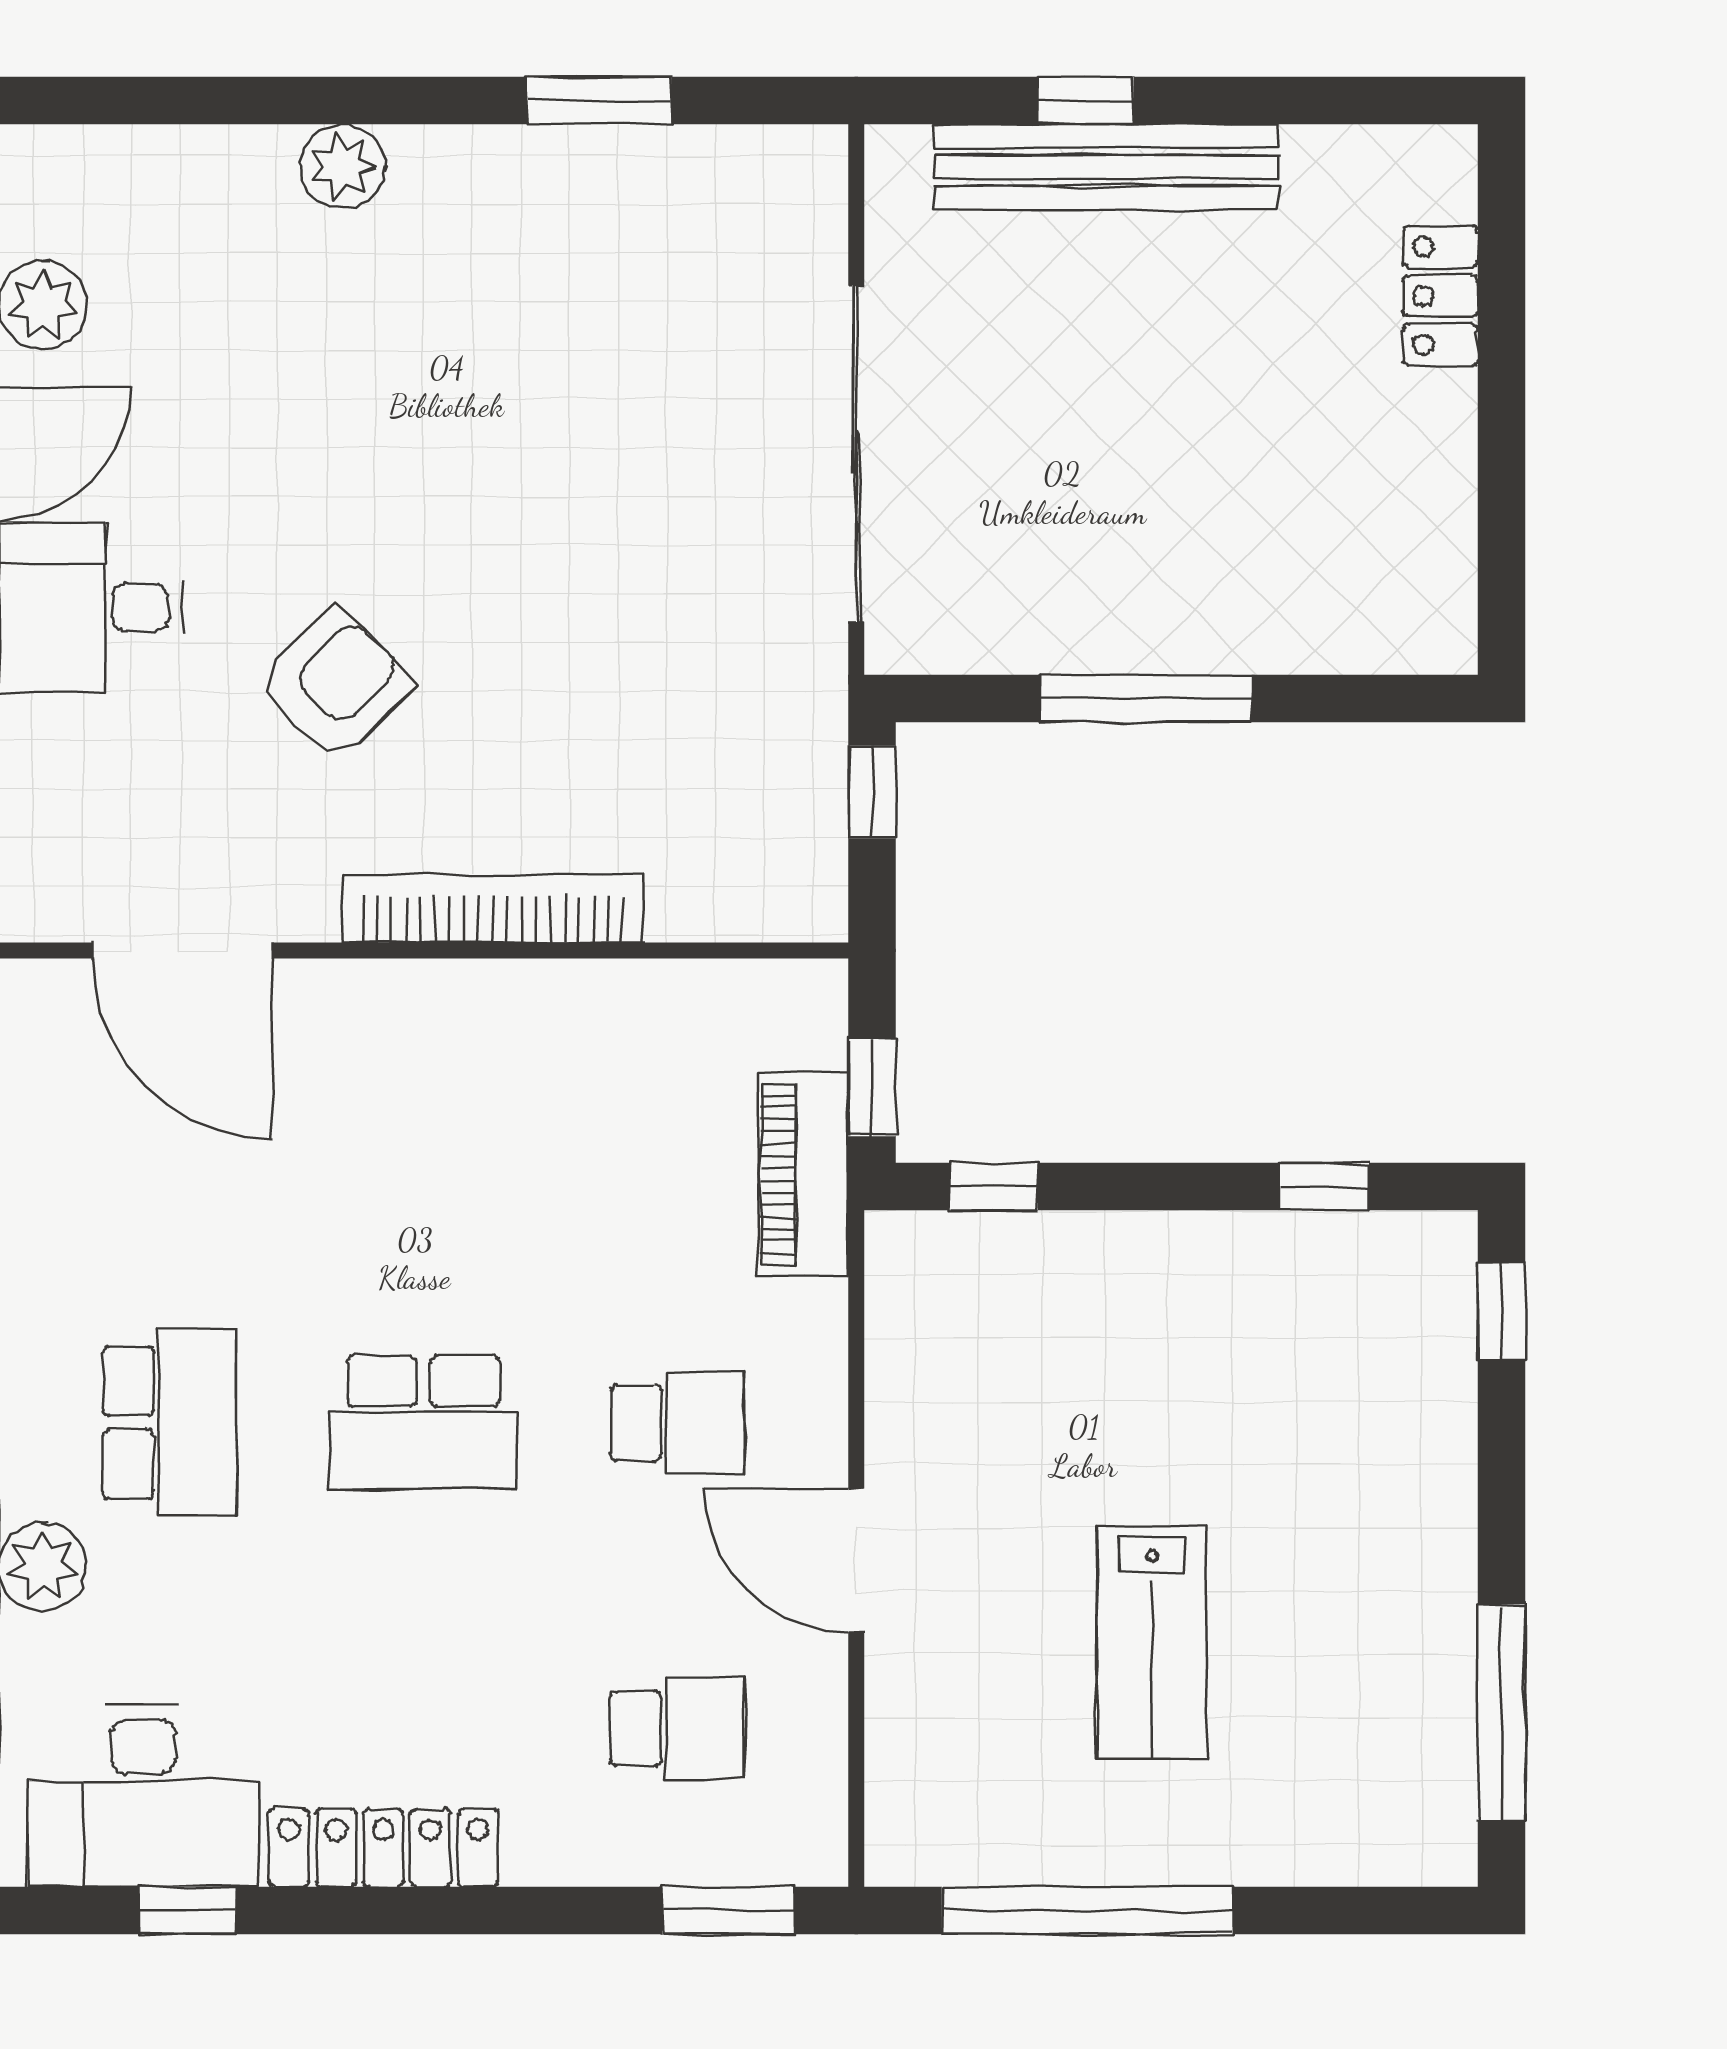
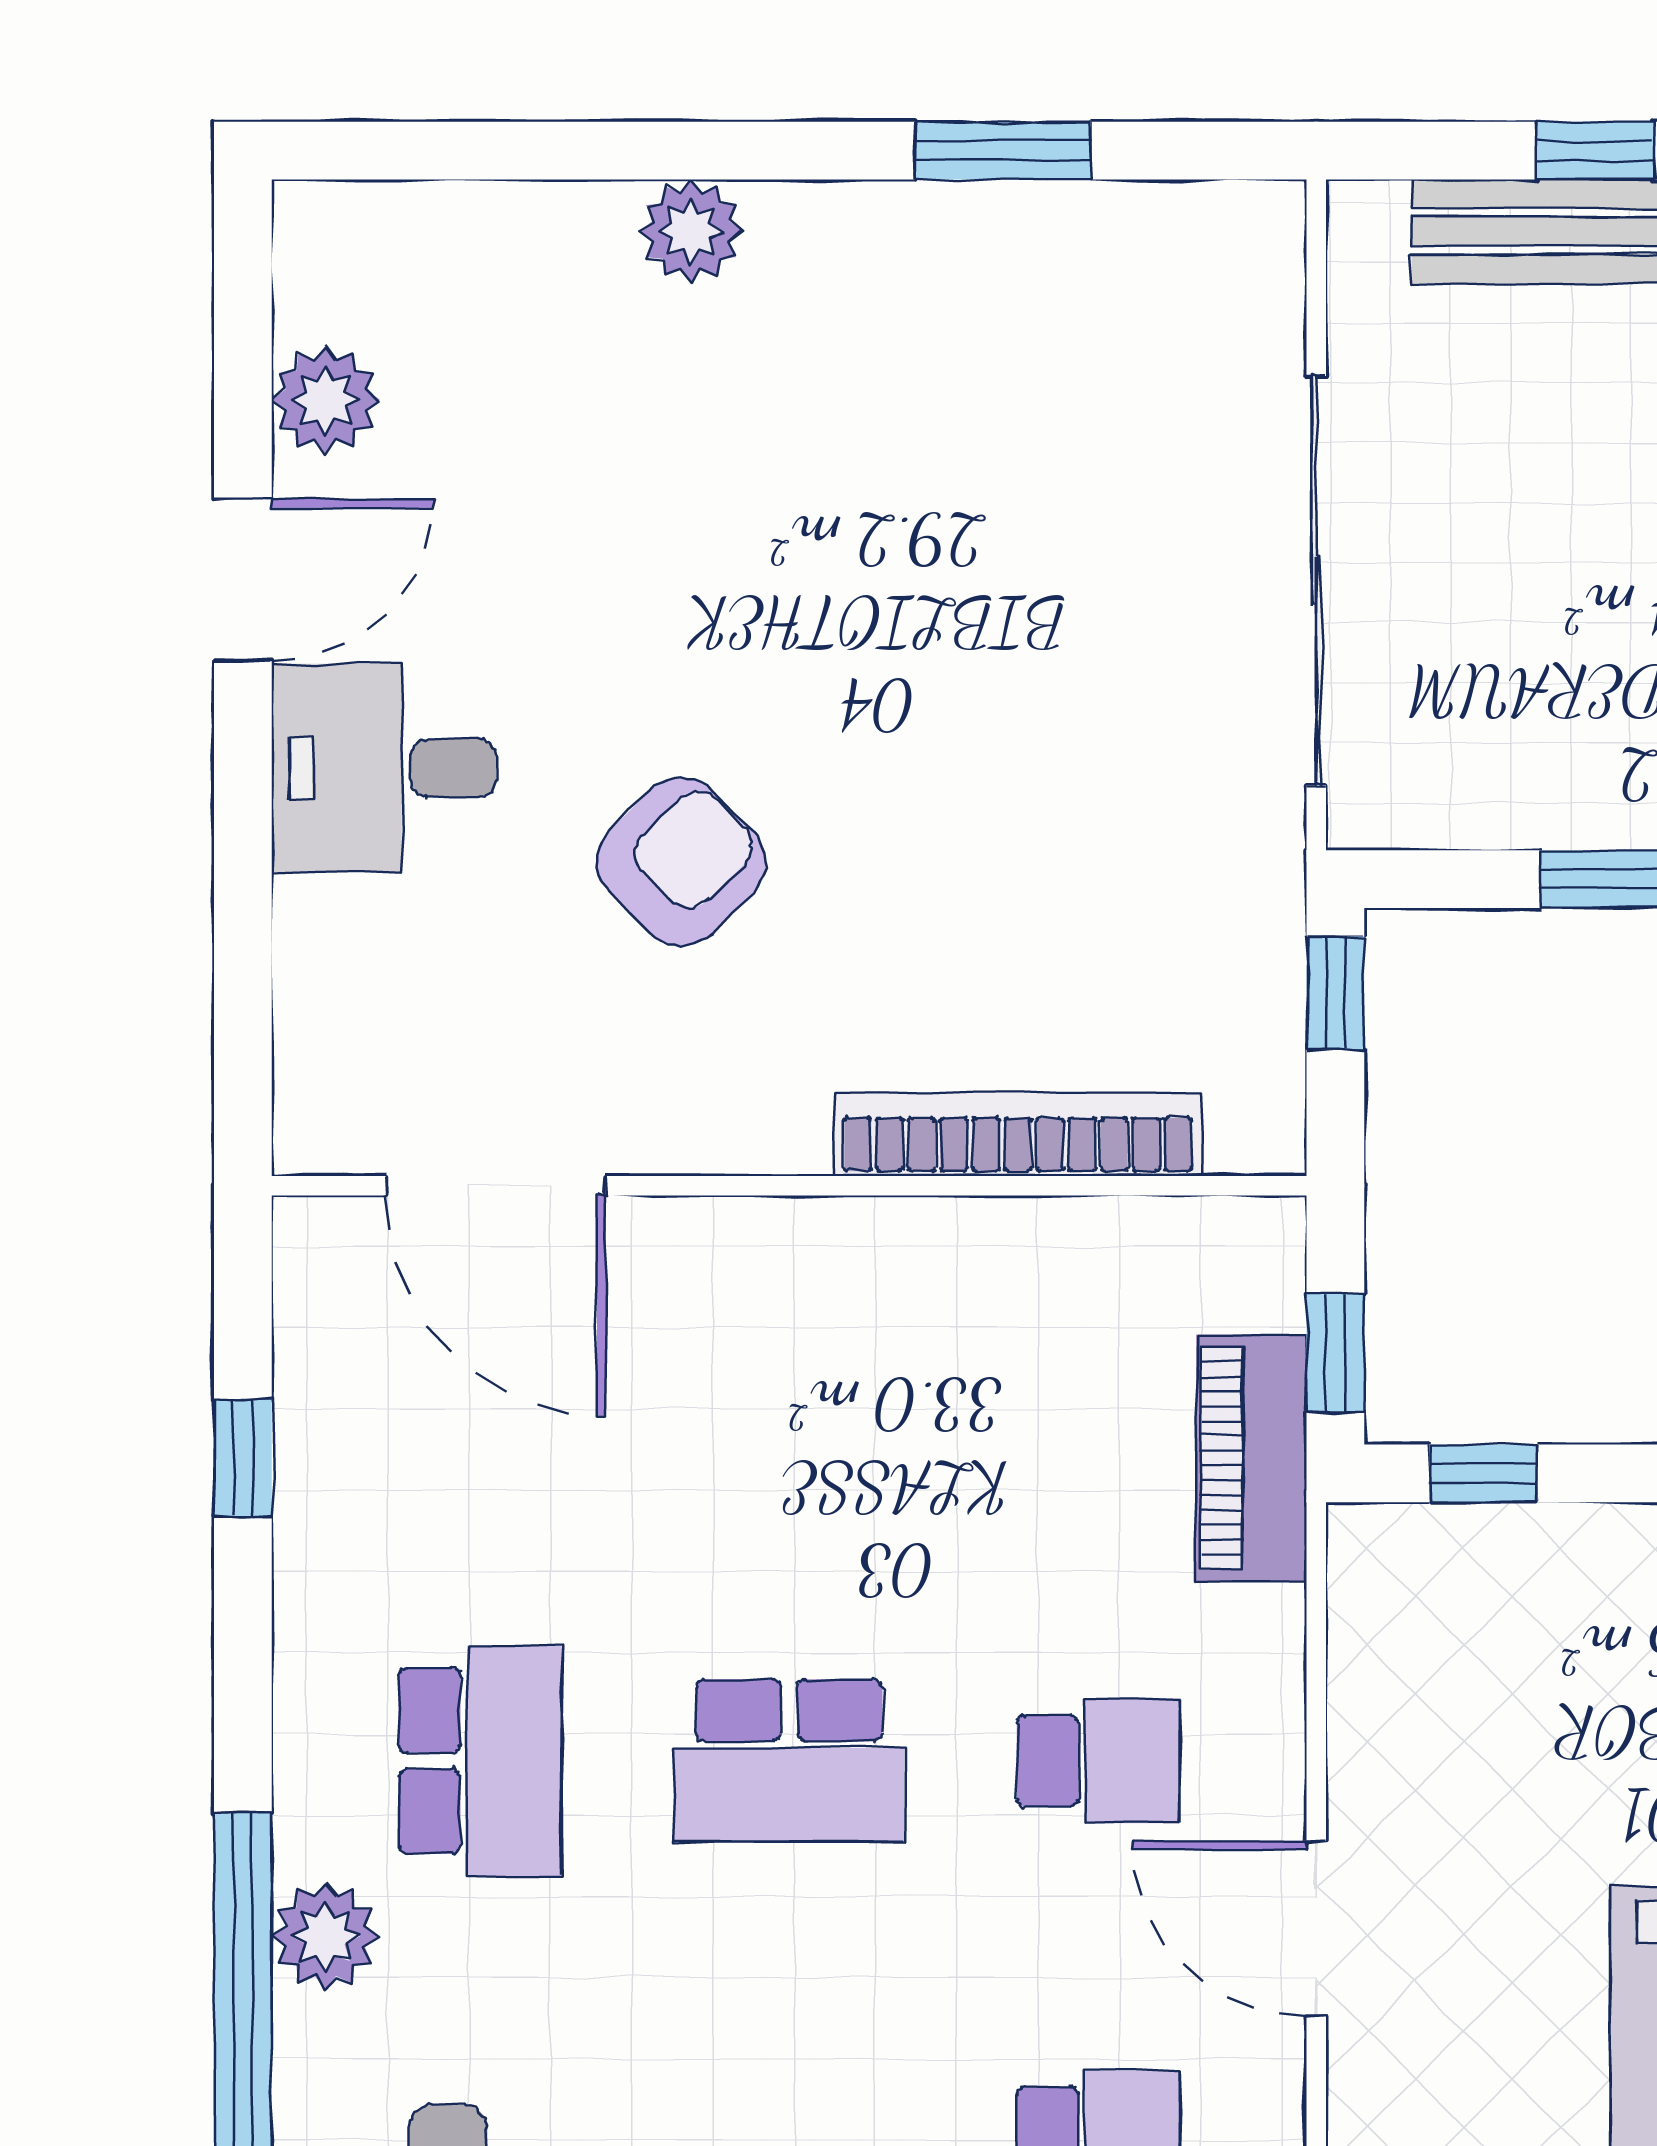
bookcase: (493, 908) -> (1018, 1134), moved

